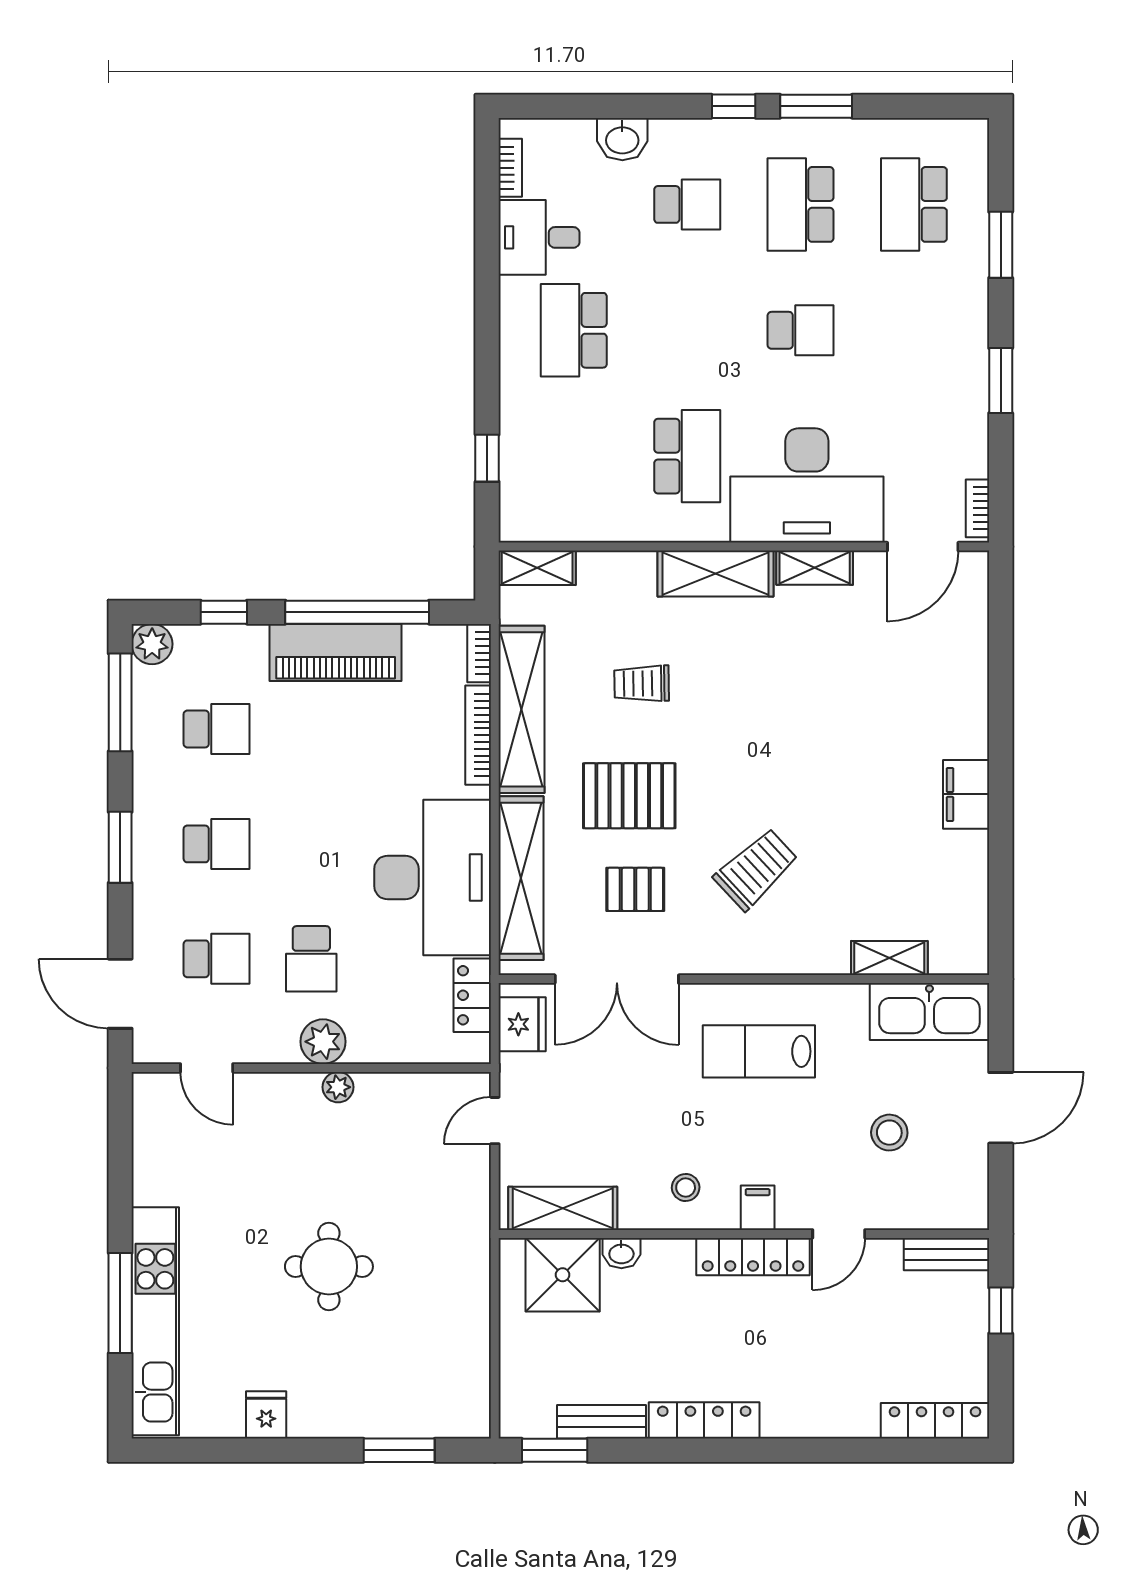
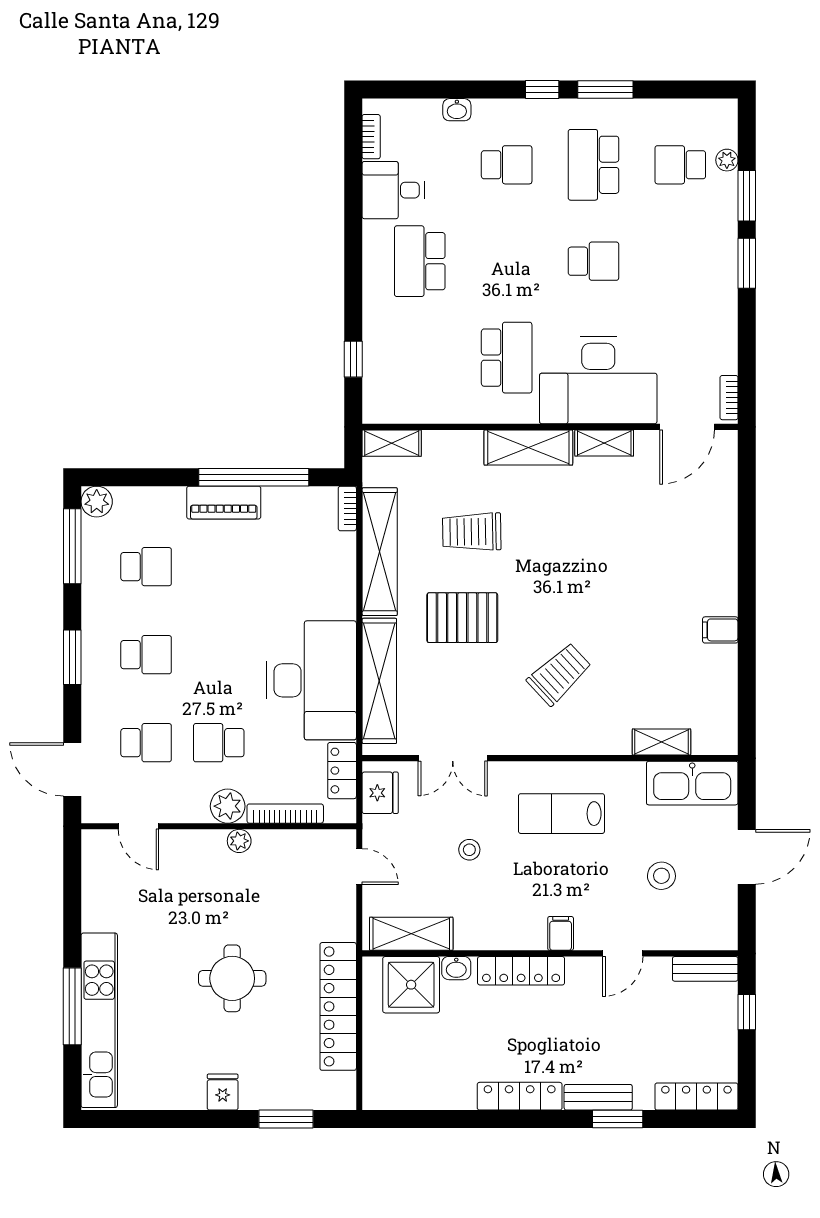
washbasin: (622, 139) -> (457, 110), width x0.72, depth x0.69
plant: (975, 198) -> (727, 160), added
school desk: (914, 204) -> (680, 165), width x0.54
window: (1001, 381) -> (747, 263), moved
window: (224, 612) -> (152, 477), removed
piano: (336, 652) -> (224, 503), width x0.73, depth x0.75
trolley: (642, 683) -> (472, 532), width x1.36, depth x1.39
bookcase: (478, 735) -> (285, 814), moved, turned 90
filing cabinet: (966, 794) -> (720, 630), width x0.50
pallet: (635, 889) -> (467, 689), removed
school desk: (311, 959) -> (219, 743), turned 90
double door: (617, 979) -> (453, 758), width x0.73
door: (495, 1121) -> (359, 867), swing flipped
stool: (686, 1187) -> (469, 850), moved
locker: (753, 1257) -> (521, 971), moved
locker: (467, 1303) -> (338, 1006), added
fridge: (266, 1415) -> (223, 1092), moved
bench: (601, 1422) -> (598, 1097), moved
window: (555, 1450) -> (618, 1119), moved

